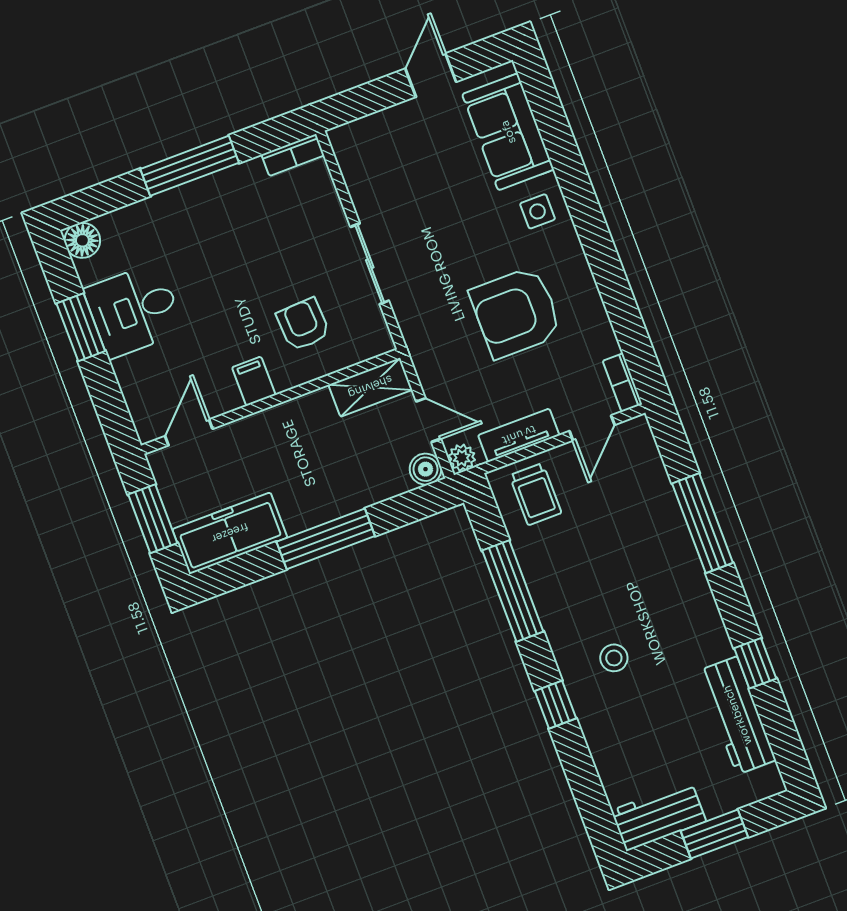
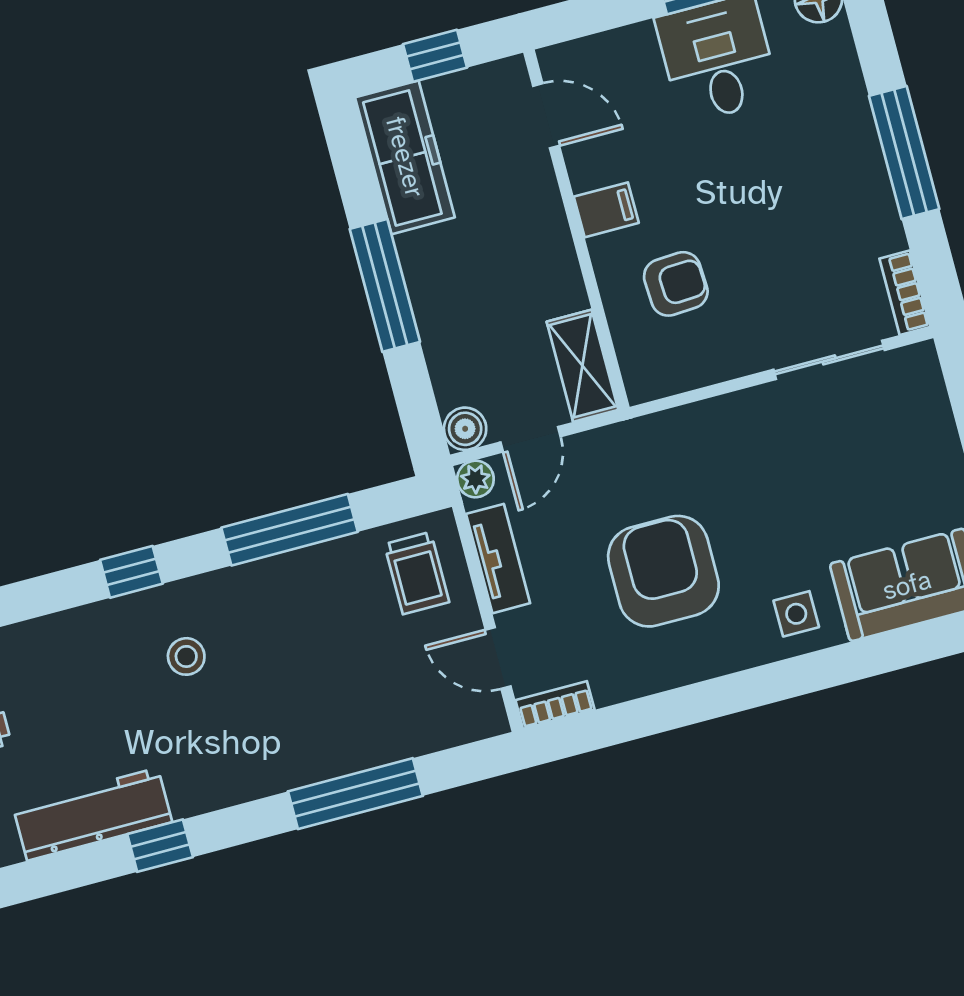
sliding door: (370, 264) -> (829, 360), moved
trolley: (535, 494) -> (417, 573), turned -90
window: (153, 519) -> (435, 56), width x0.67

